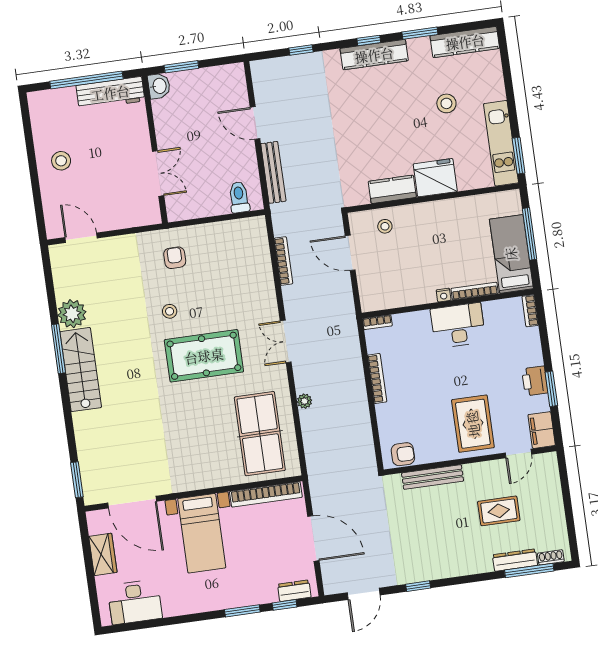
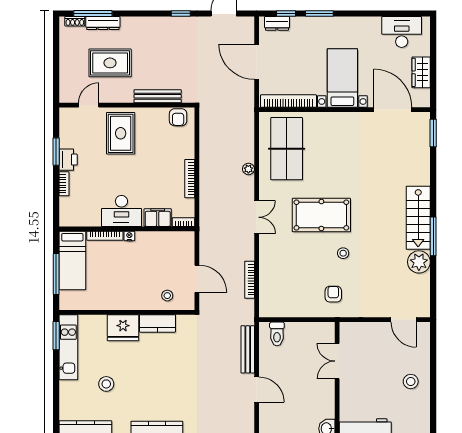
armchair: (175, 258) -> (333, 294), turned 180
bookcase: (530, 311) -> (64, 184), moved
filing cabinet: (542, 430) -> (158, 218), moved, turned -90
armchair: (403, 454) -> (178, 117), turned -90
rug: (499, 511) -> (110, 63), width x1.36, depth x1.43

